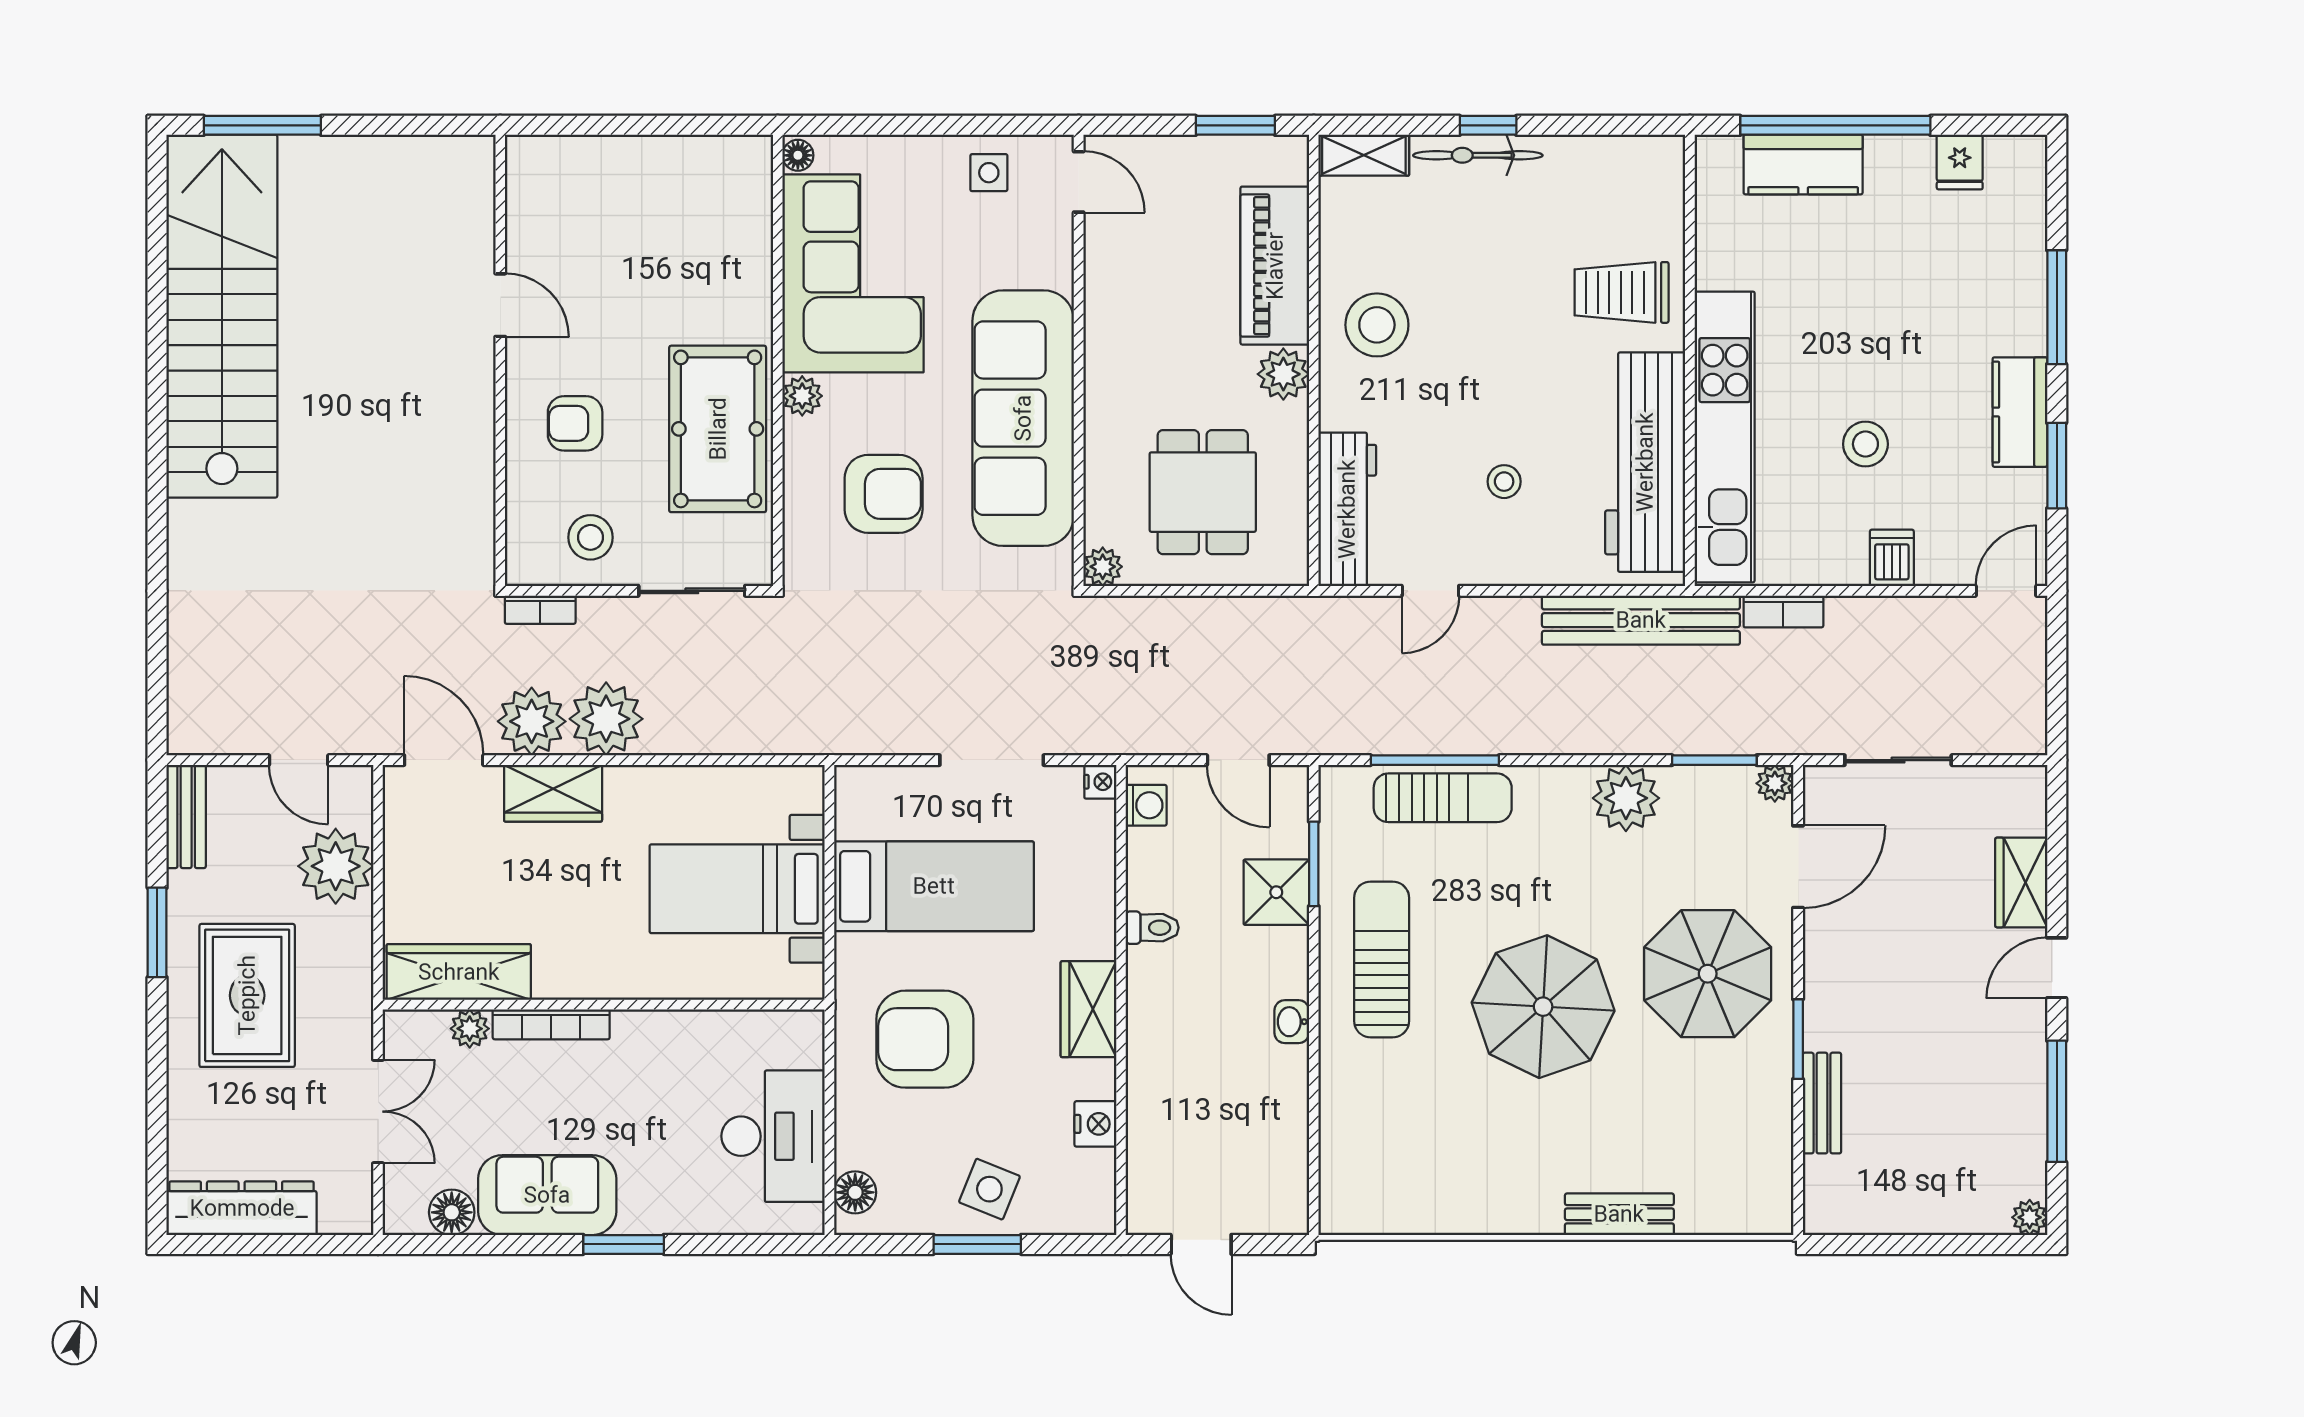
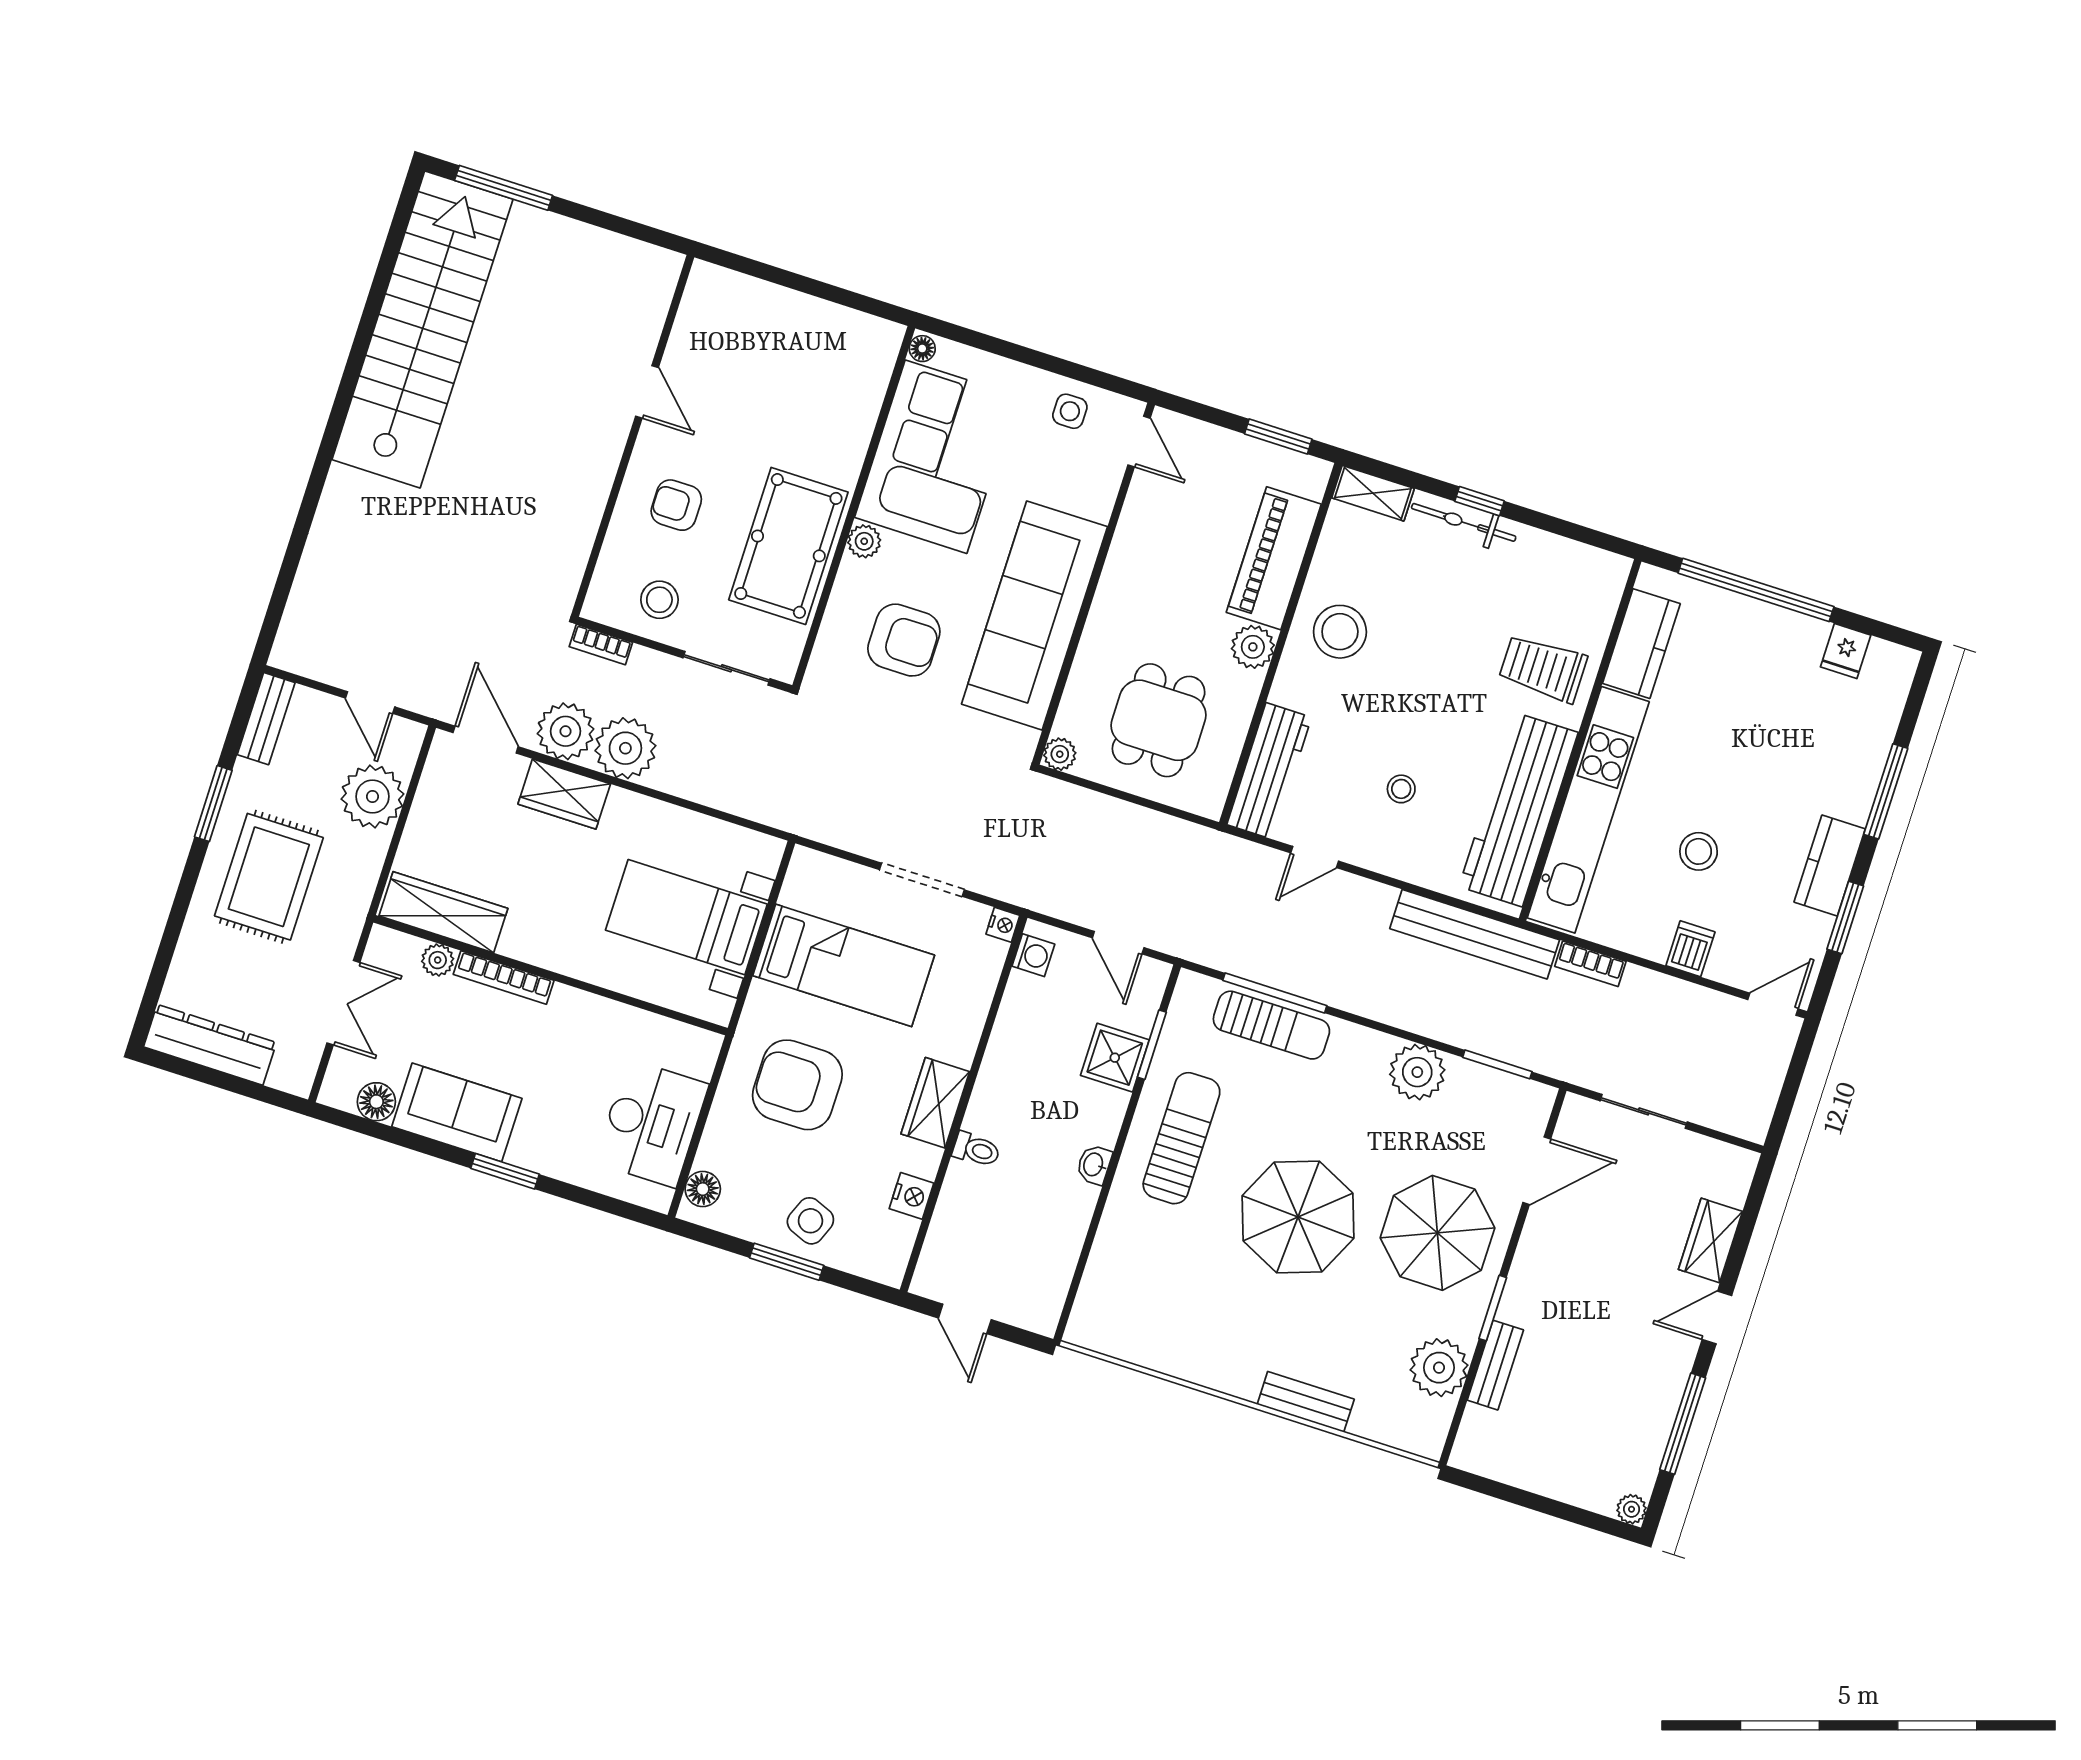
kitchen counter: (1803, 165) -> (1641, 644), moved, turned -90
plant: (1775, 783) -> (1439, 1368), moved, width x1.87, depth x1.87
toilet: (1152, 928) -> (976, 1150), moved

